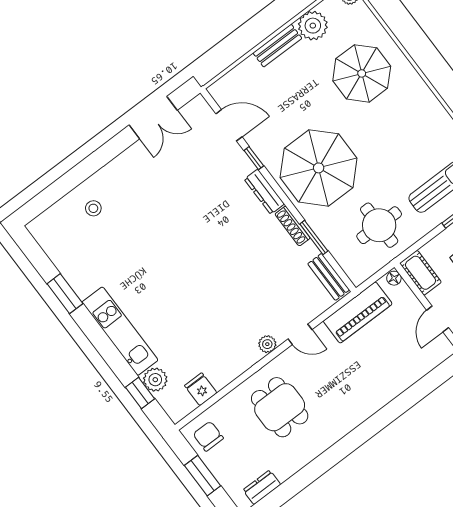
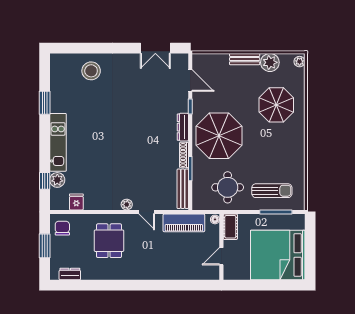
stool: (93, 208) -> (91, 71), width x1.89, depth x1.89
bench: (329, 277) -> (183, 189), width x1.36

